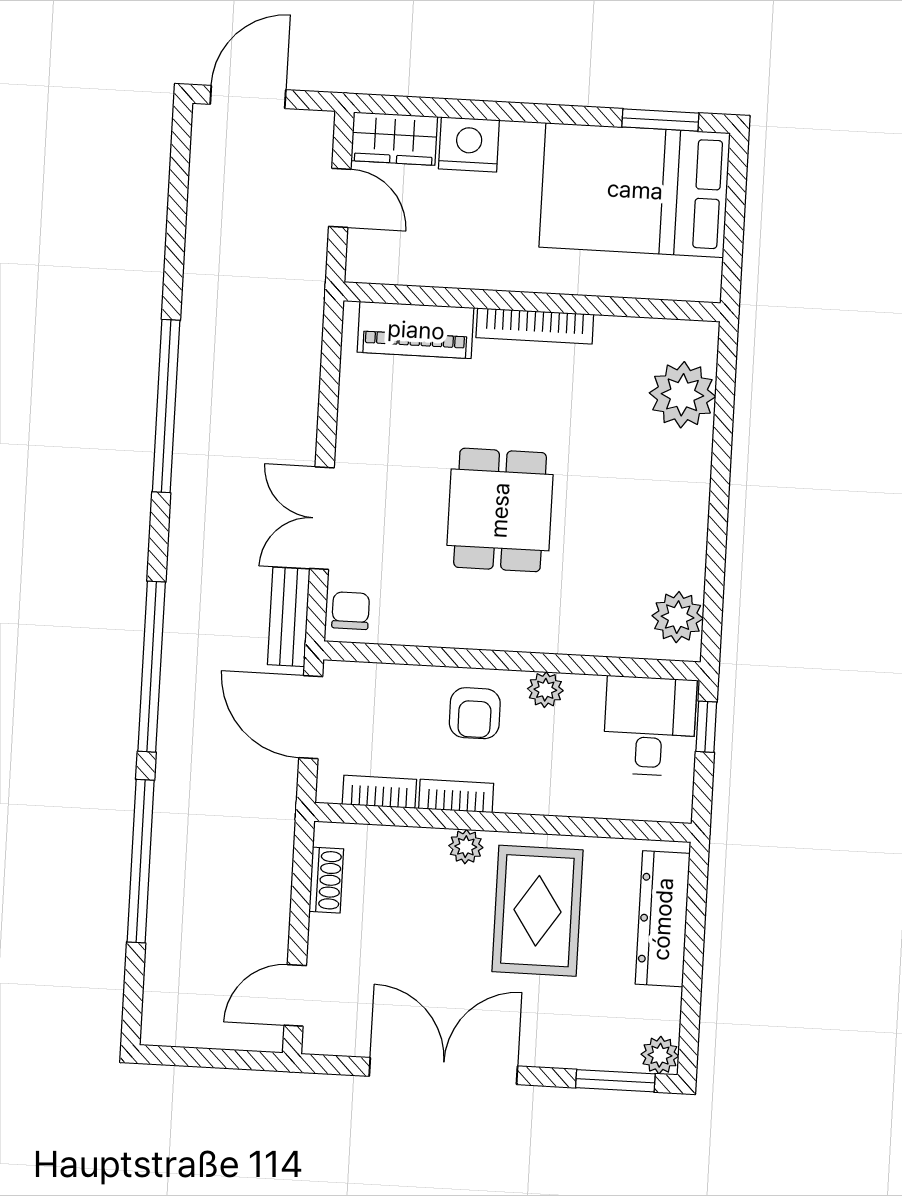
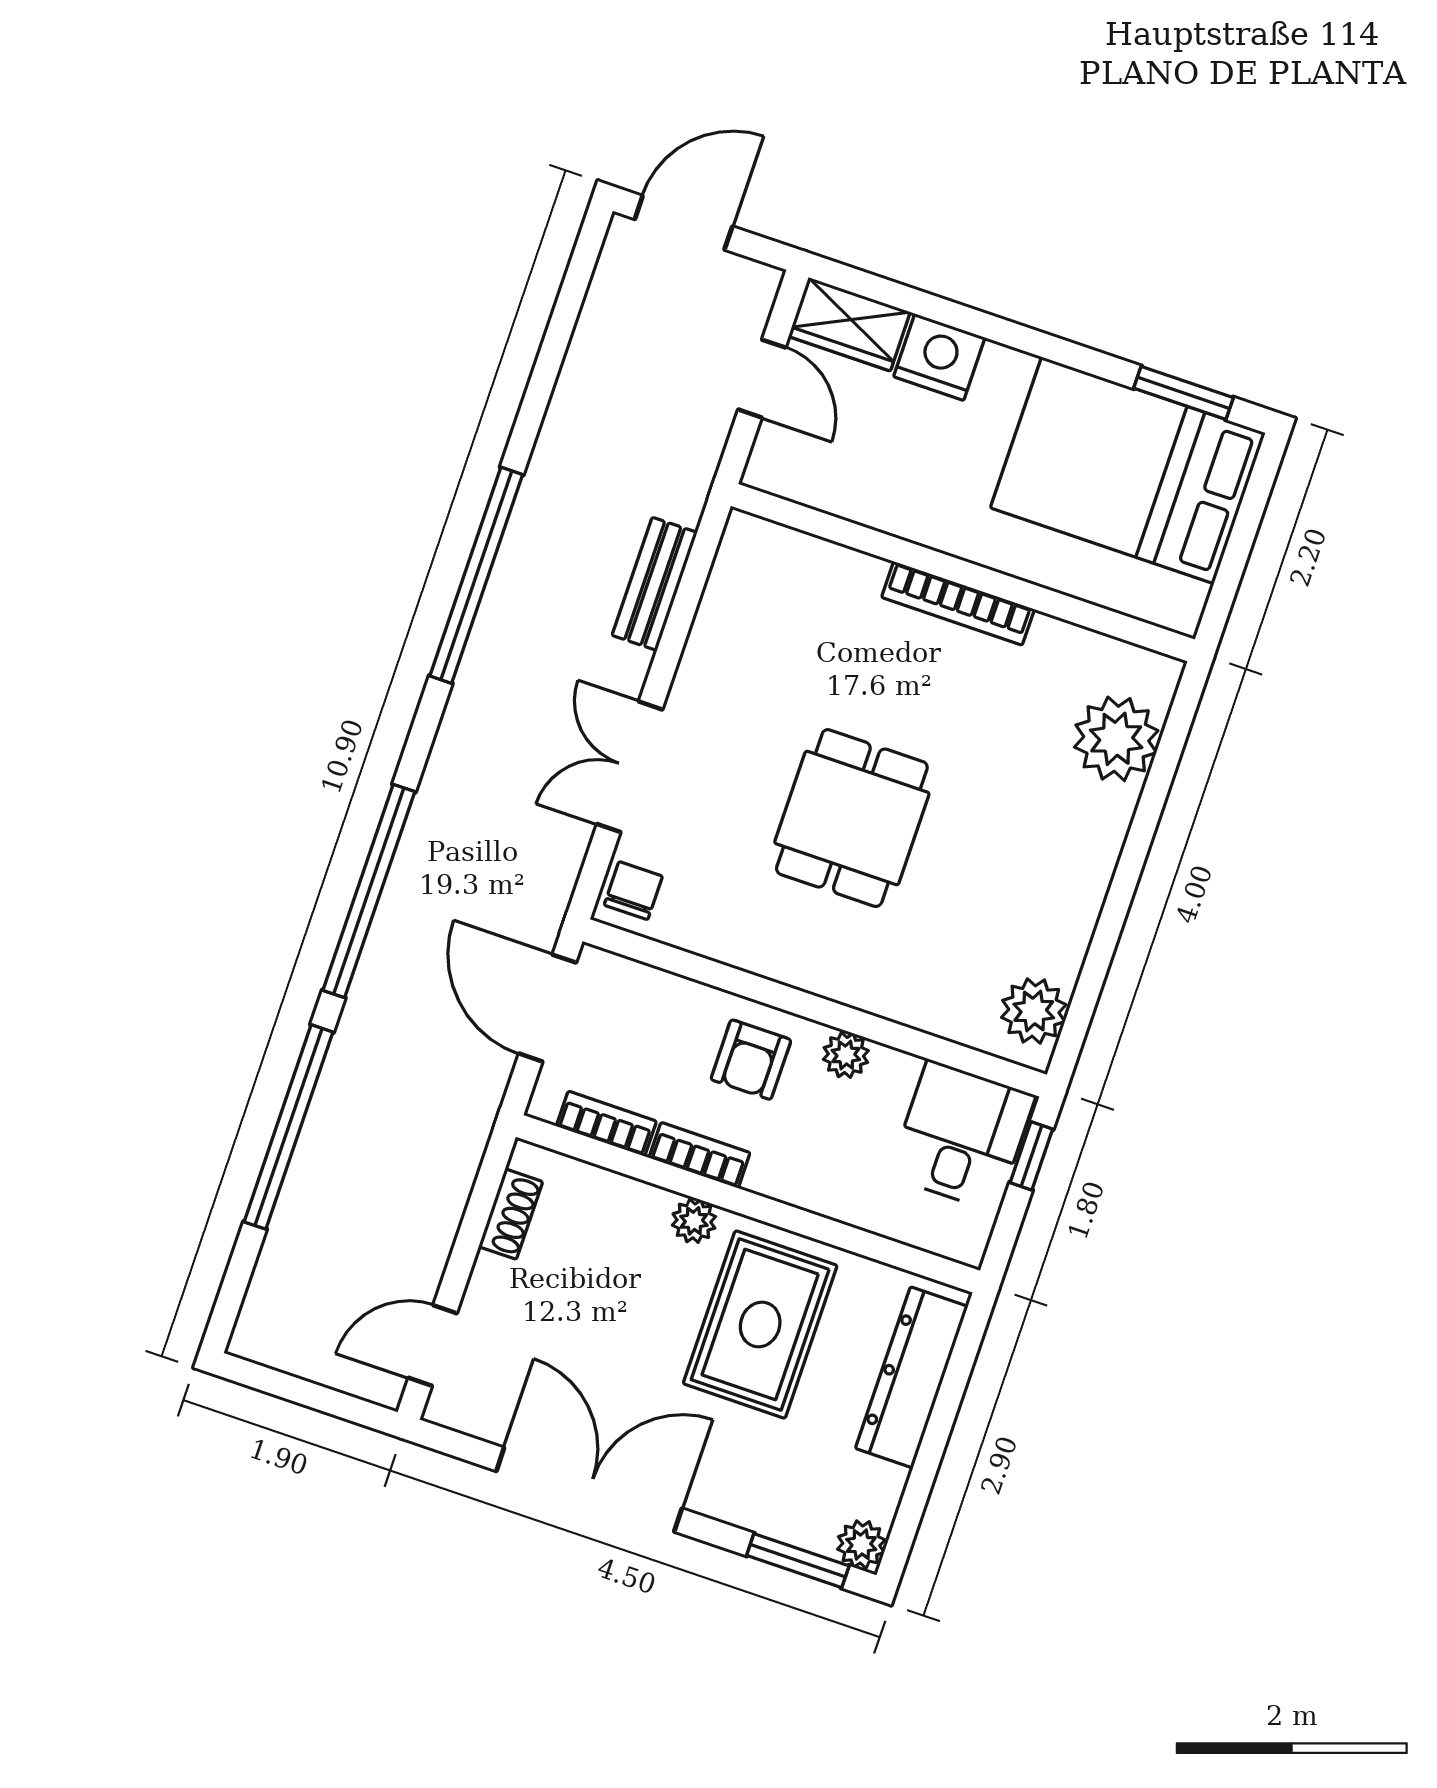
piano: (416, 330) -> (810, 567), removed
bench: (289, 617) -> (655, 584), moved

